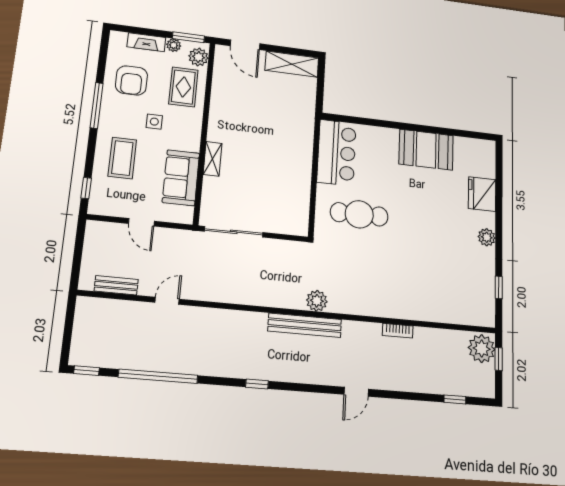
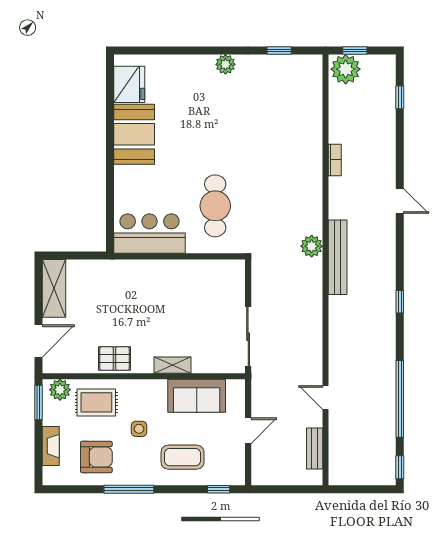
plant: (174, 45) -> (50, 417), removed
pallet: (223, 108) -> (114, 359), added
fridge: (482, 194) -> (129, 84), moved, turned -90

